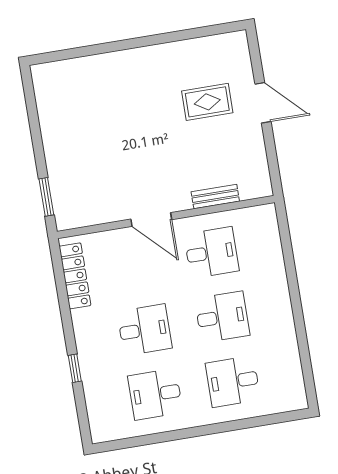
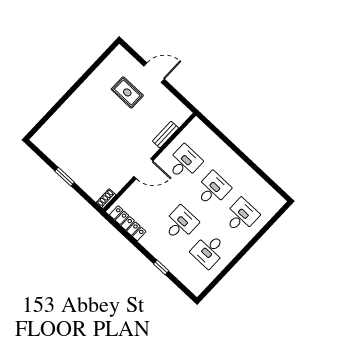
rug: (207, 102) -> (127, 92), turned 90
window: (46, 197) -> (65, 177), moved
shoe rack: (71, 221) -> (106, 199), added
desk: (233, 381) -> (241, 216), turned 180

